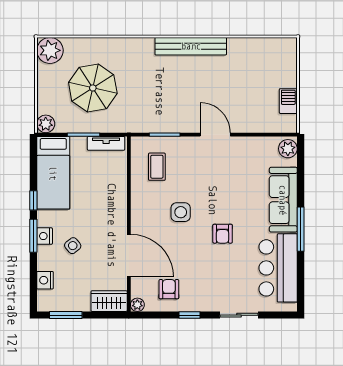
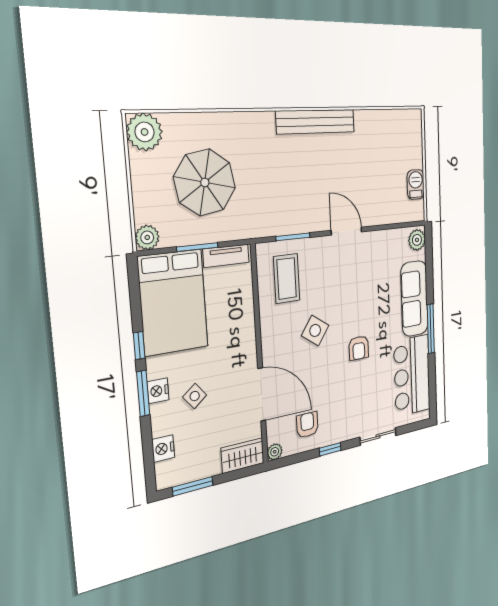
coffee table: (157, 167) -> (287, 279), width x1.36, depth x1.30
bed: (53, 173) -> (173, 302), width x1.50
side table: (181, 212) -> (315, 330), turned 35

